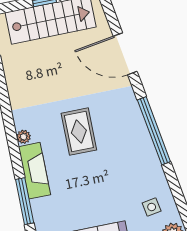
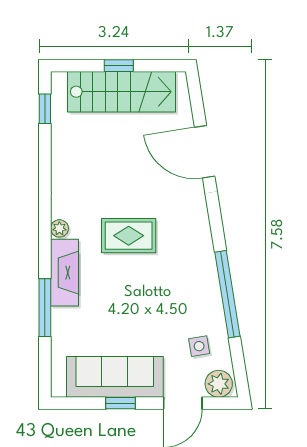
window: (154, 131) -> (227, 294), moved
rug: (79, 132) -> (129, 236), turned 90

